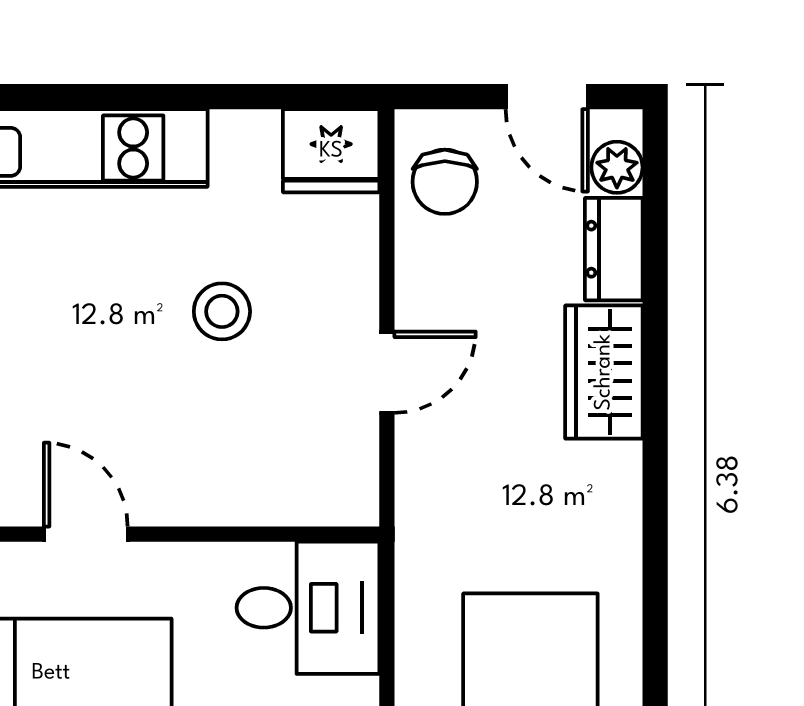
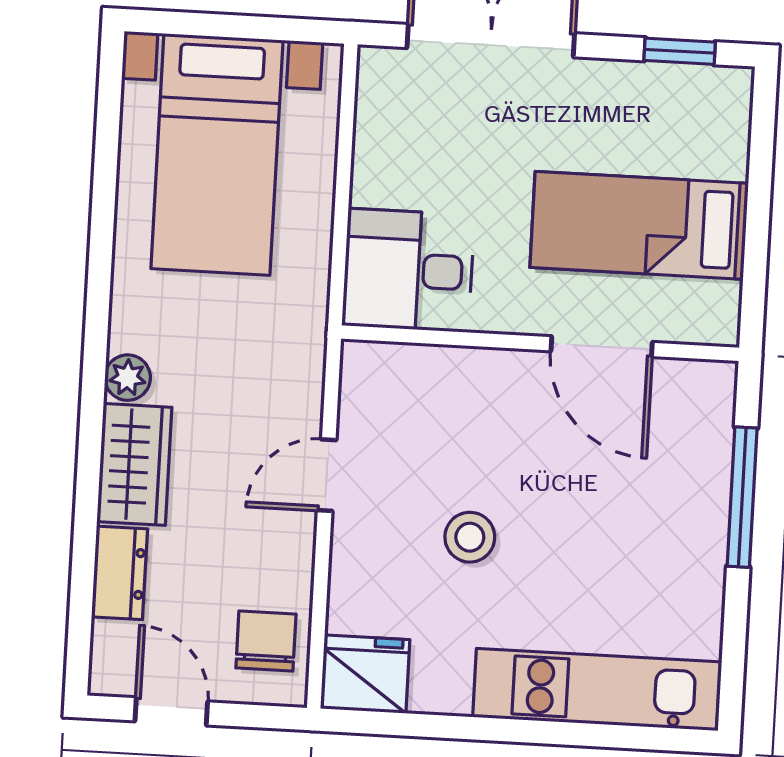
plant: (617, 167) -> (128, 378), moved
door: (86, 534) -> (602, 347), width x1.38

